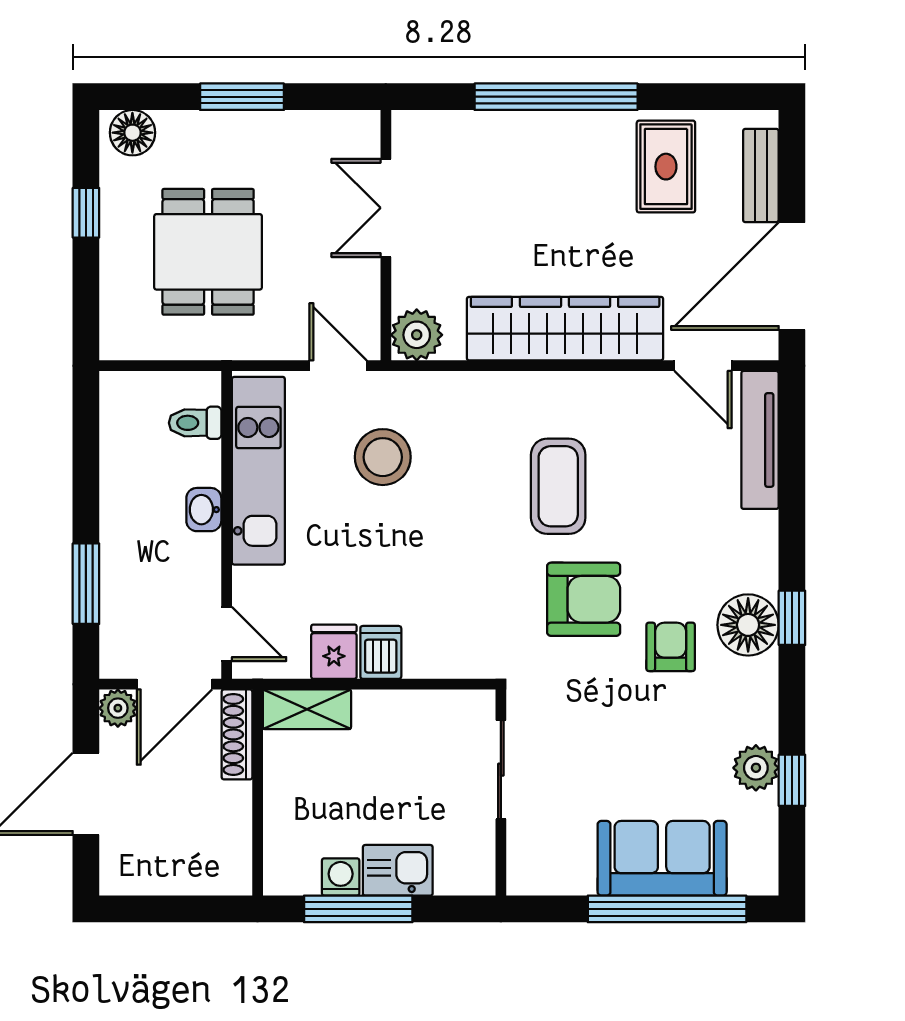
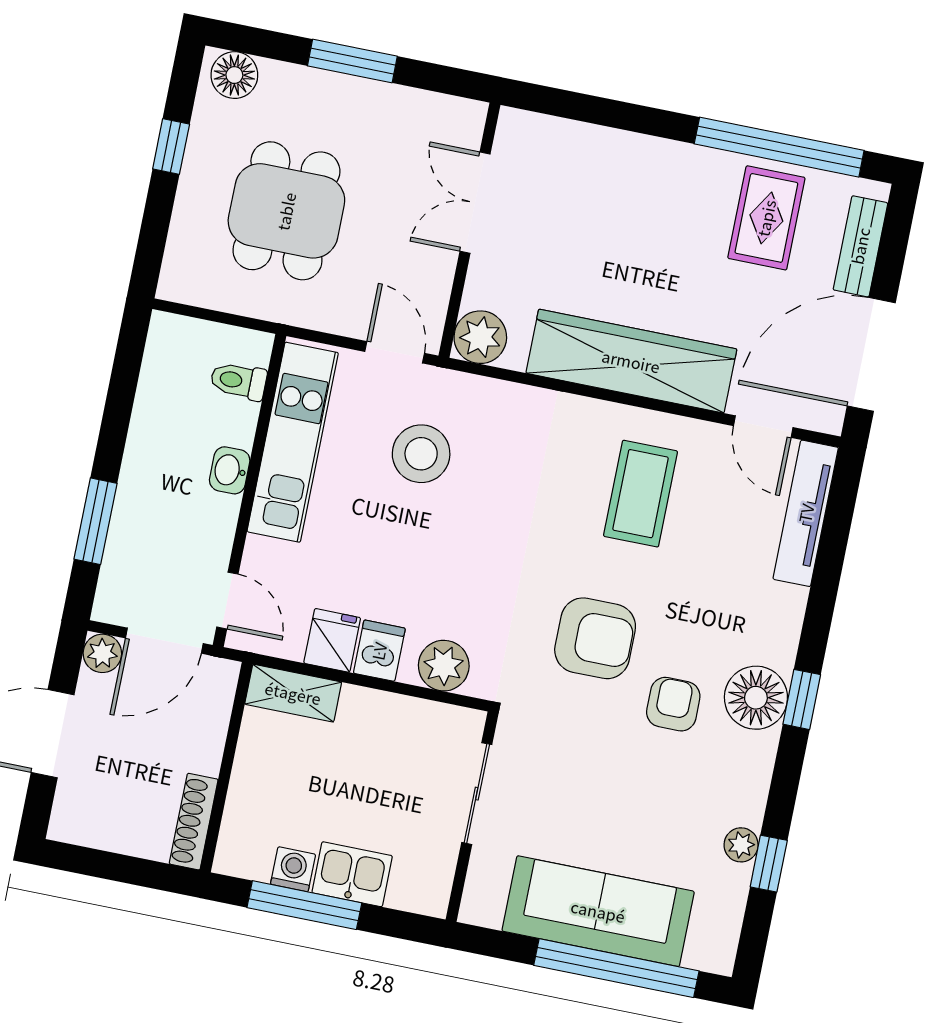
window: (556, 97) -> (779, 147), moved
coffee table: (558, 486) -> (641, 494), moved
plant: (445, 654) -> (444, 666), added
shoe rack: (237, 734) -> (194, 822), moved
plant: (756, 768) -> (741, 845), width x0.73, depth x0.73
sofa: (662, 858) -> (598, 911), width x1.36

